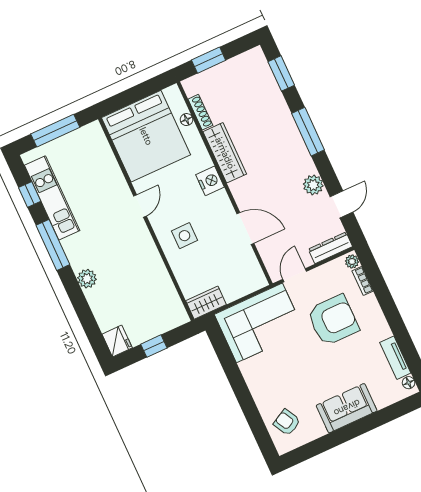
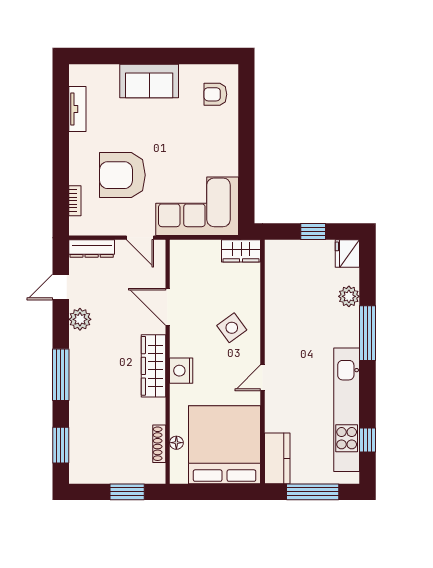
kitchen counter: (97, 145) -> (277, 458), added
wardrobe: (225, 153) -> (154, 366), moved
kitchen unit: (52, 198) -> (347, 410), width x1.36
side table: (184, 236) -> (232, 328), turned -36
window: (53, 245) -> (367, 333), moved
plant: (352, 261) -> (76, 225), removed
door: (295, 275) -> (140, 238), hinge flipped
plant: (87, 279) -> (349, 296), moved
floor lamp: (409, 383) -> (76, 78), removed
armchair: (287, 422) -> (215, 94), turned 118

